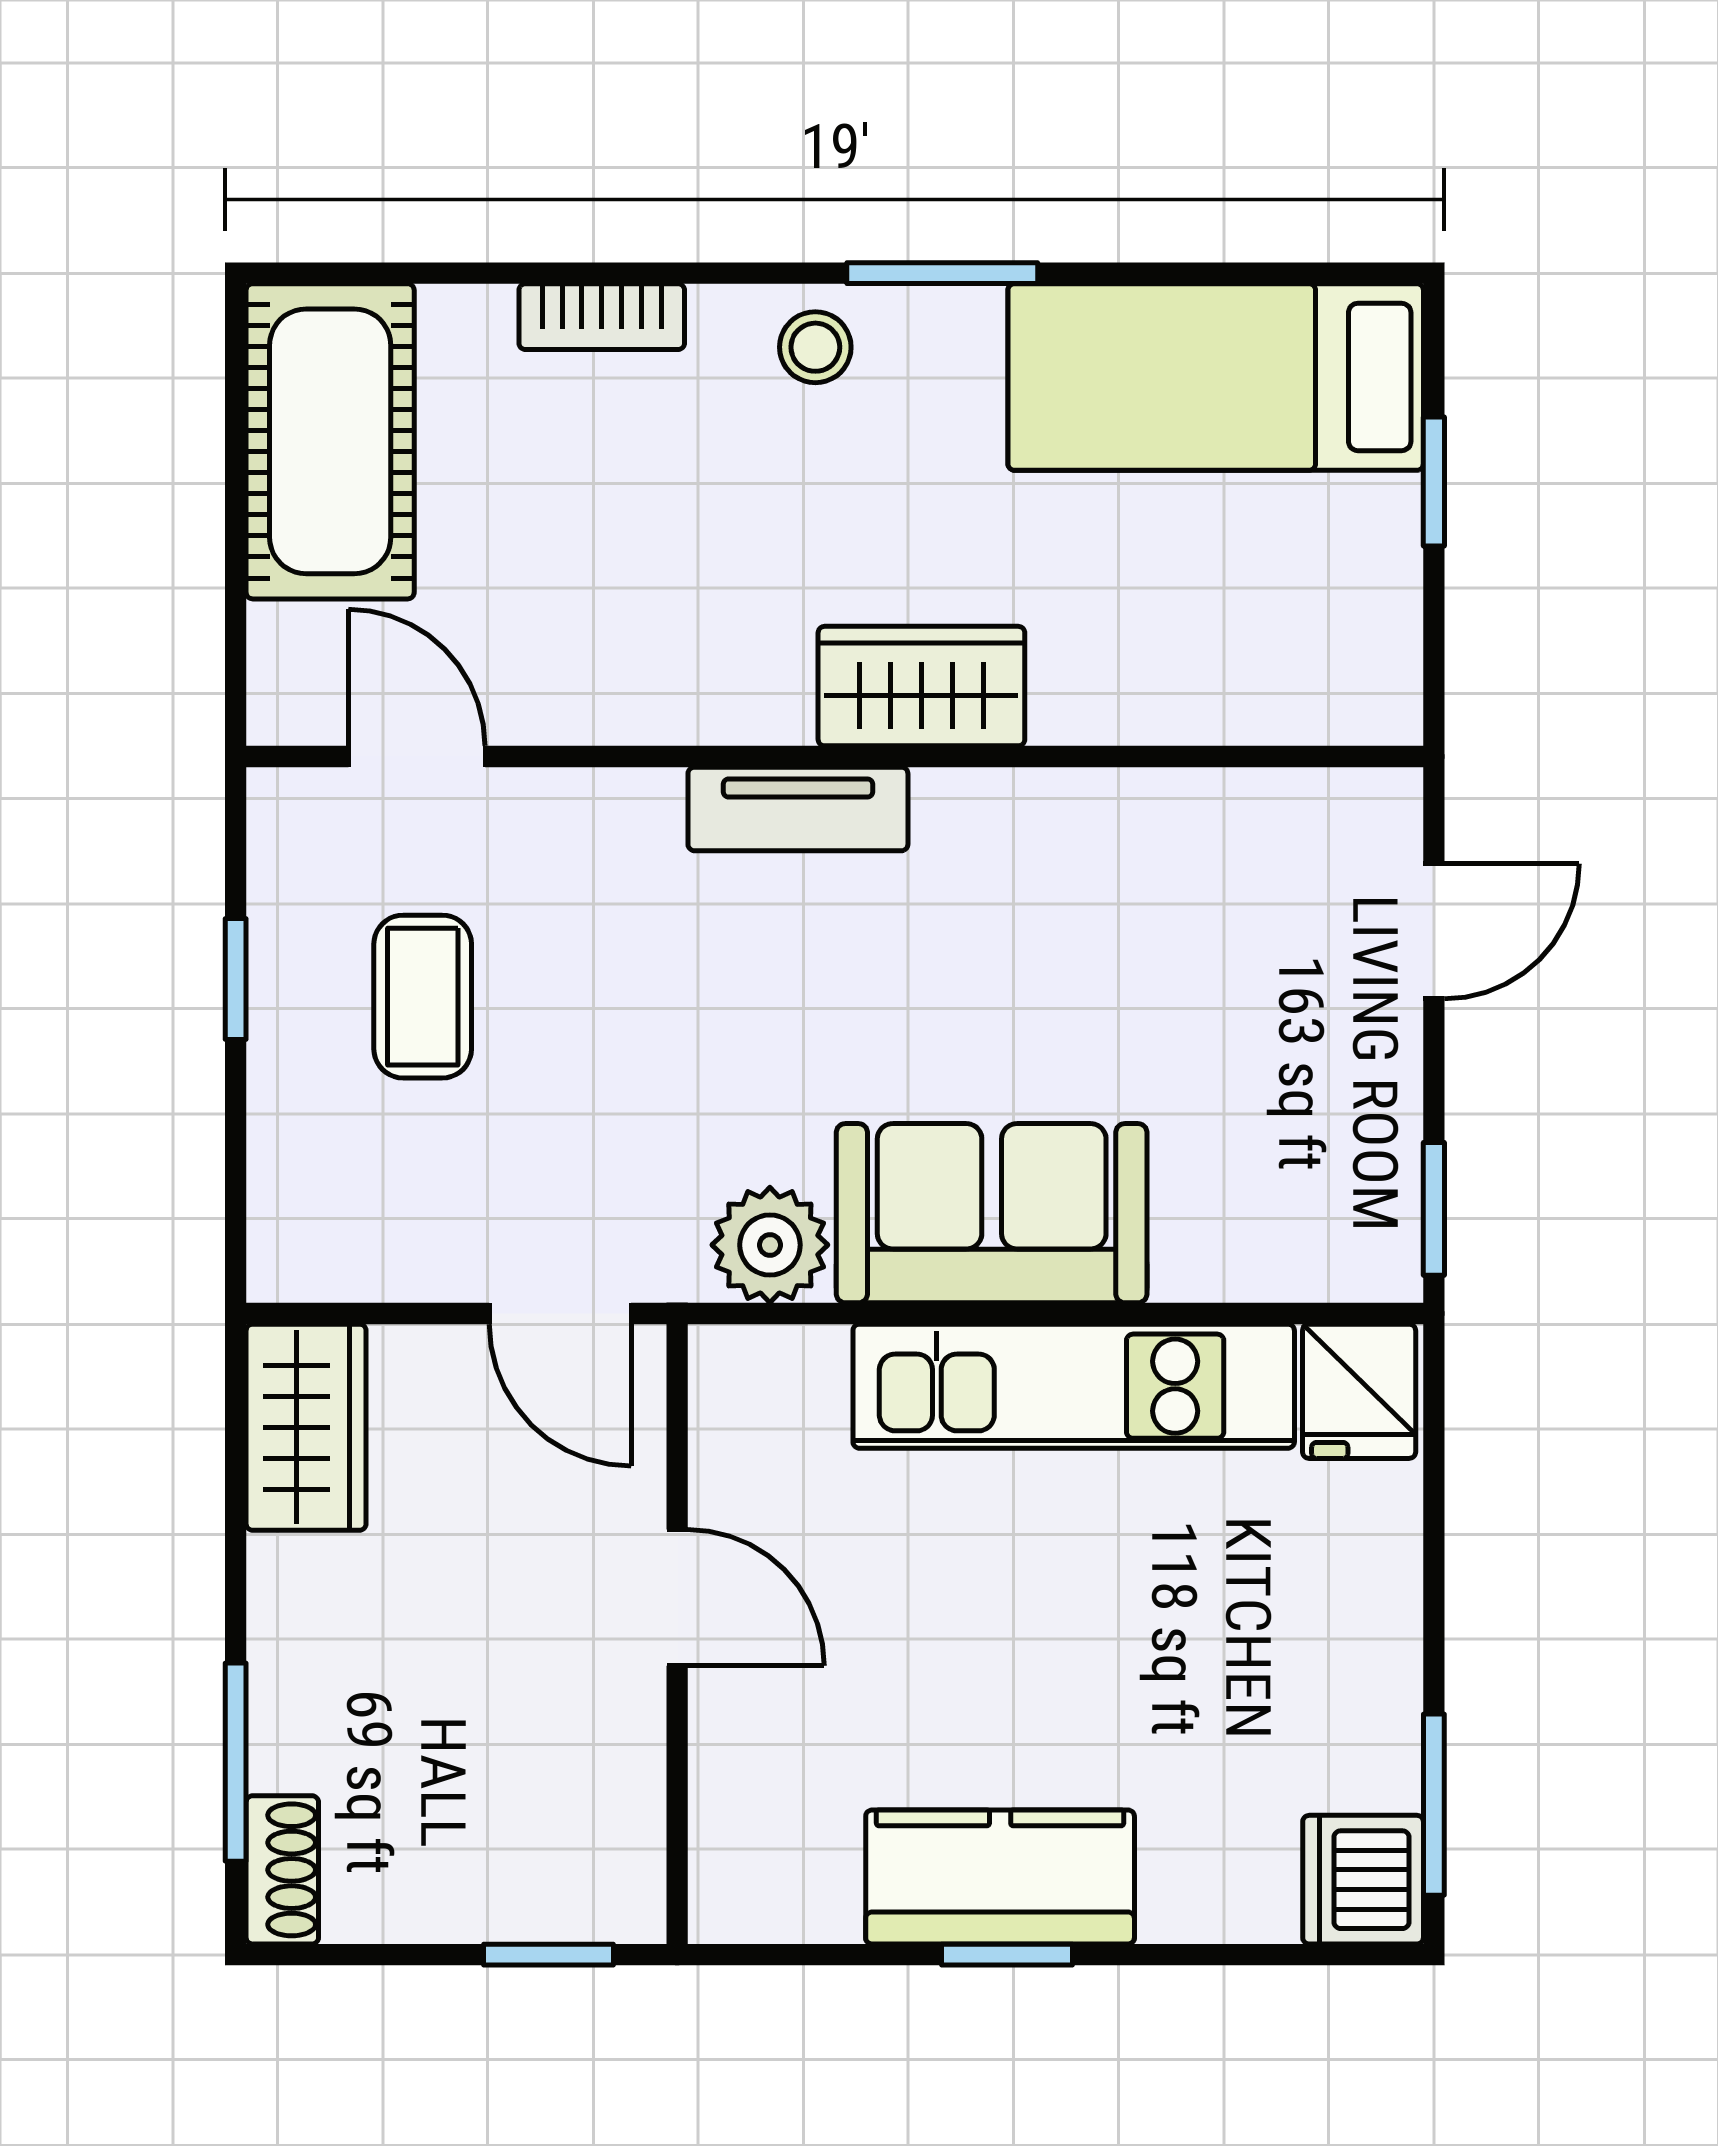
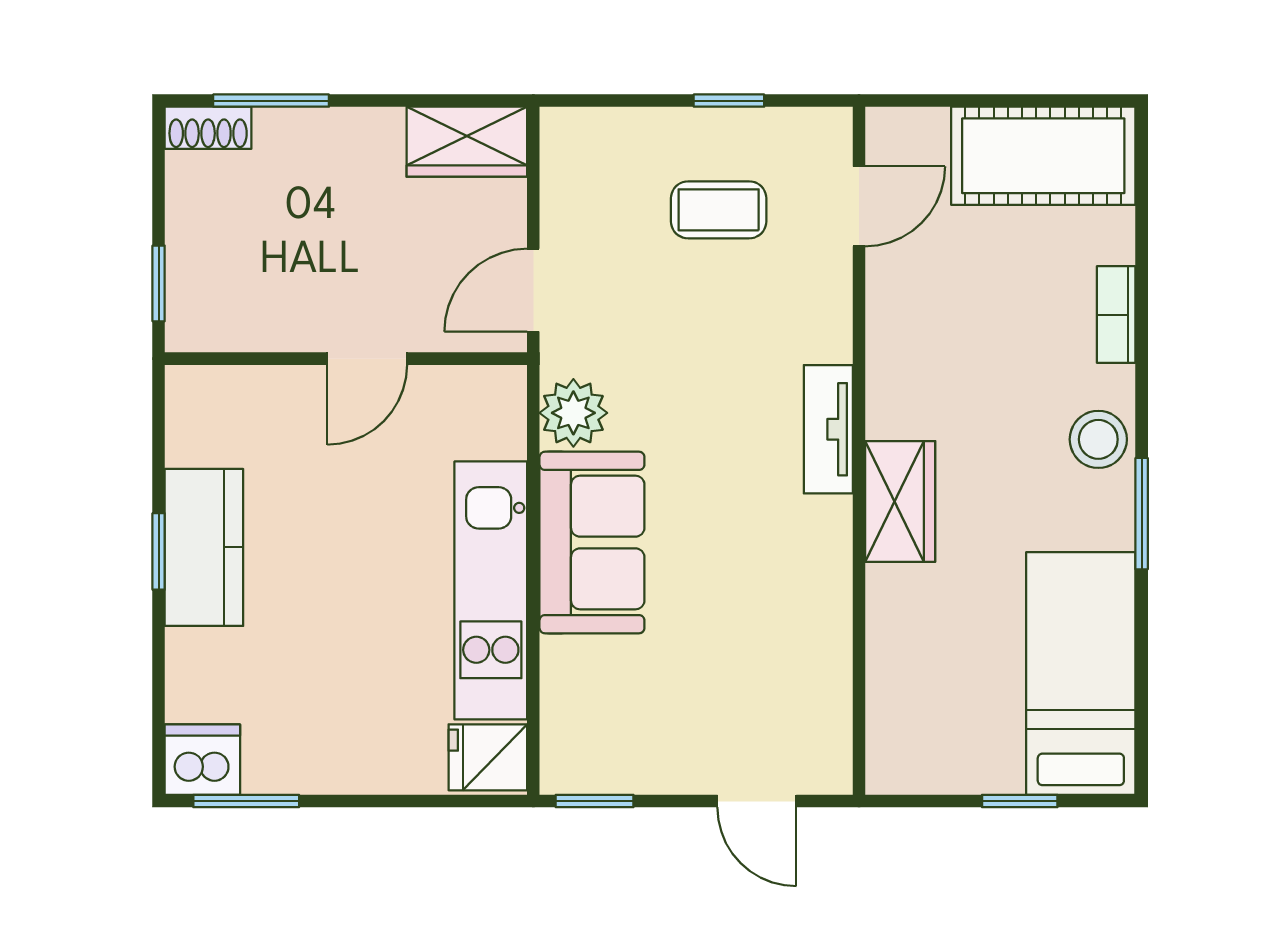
stool: (815, 347) -> (1098, 439), width x1.37, depth x1.37

